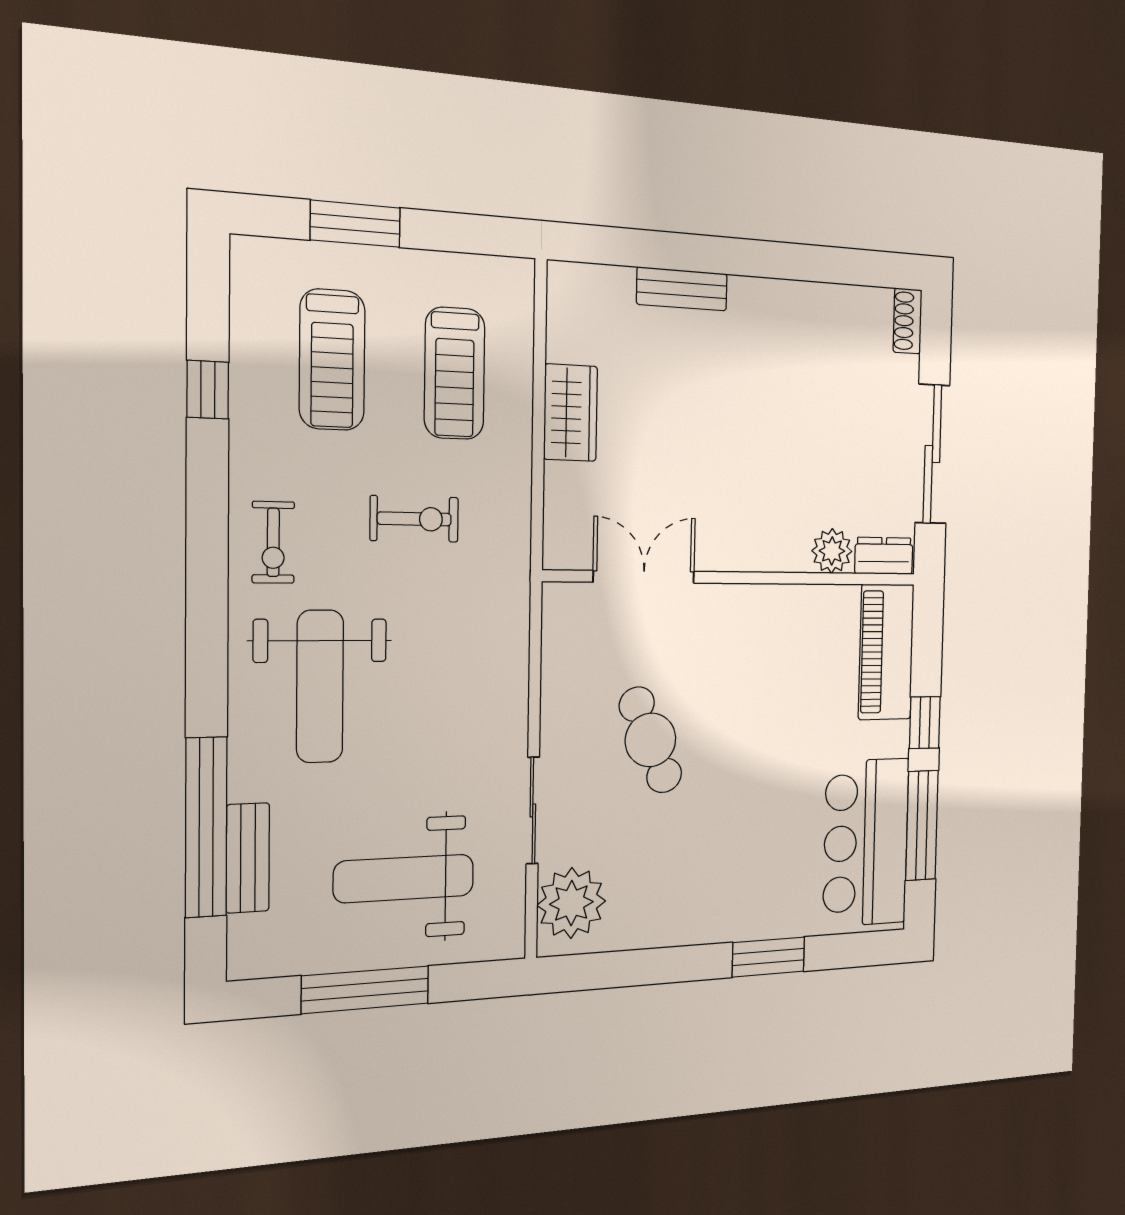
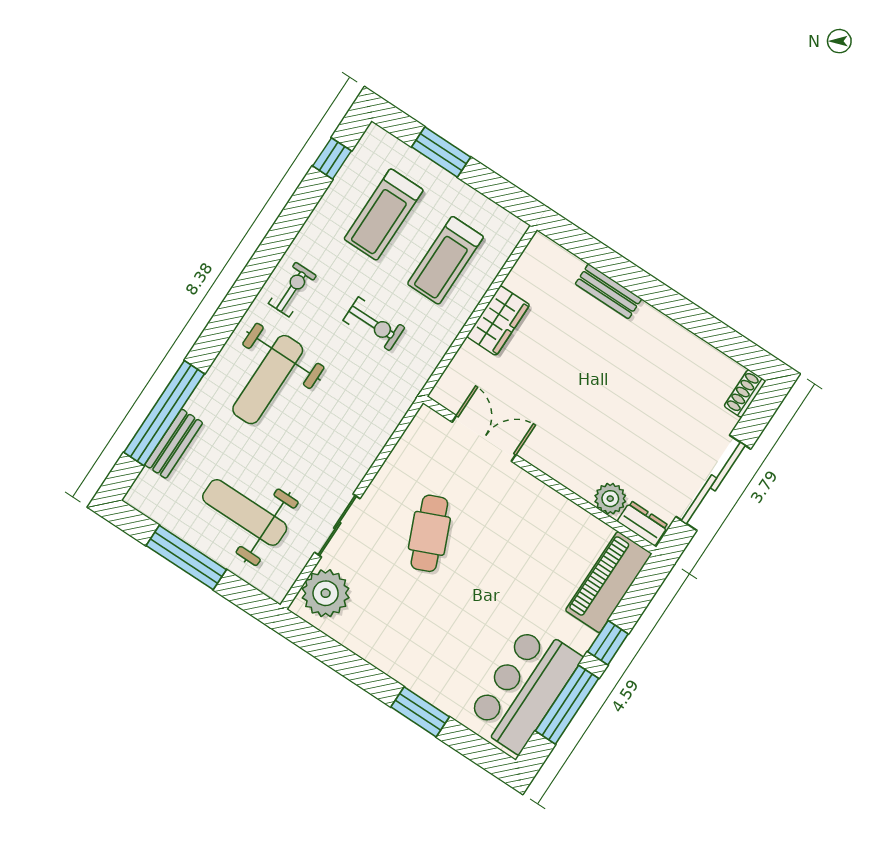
window: (208, 390) -> (332, 158), moved
exercise bike: (273, 542) -> (292, 289), turned 180

